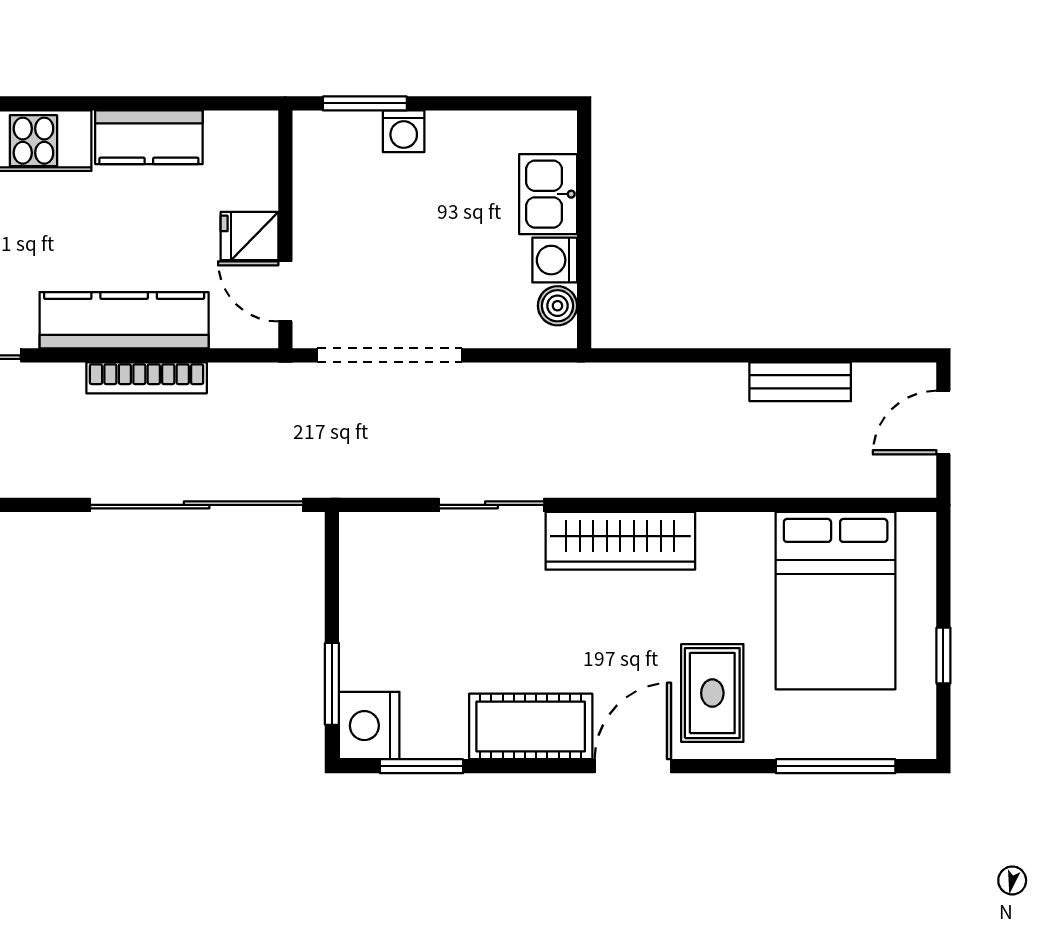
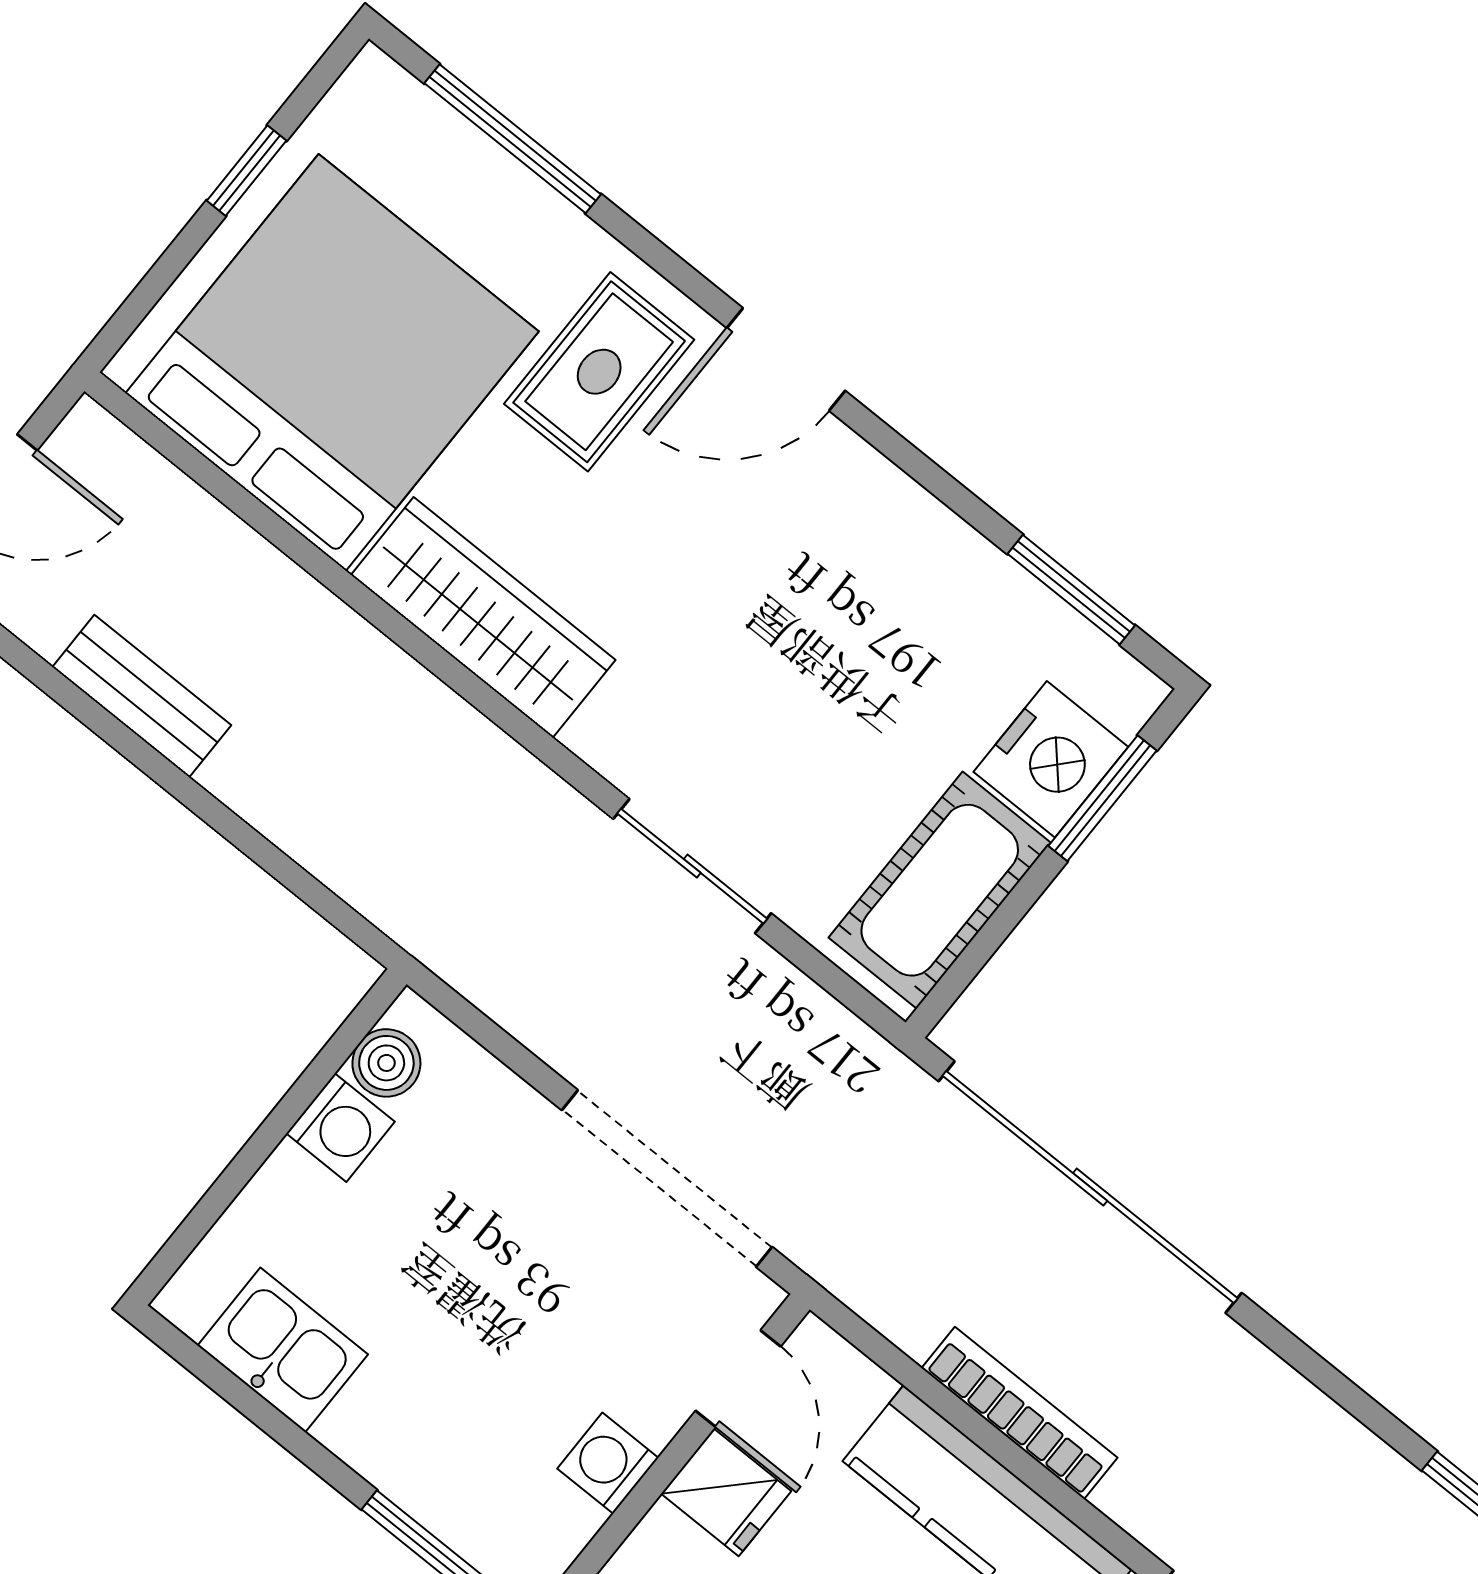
washing machine: (404, 131) -> (608, 1463), moved, turned -90
kitchen sink: (548, 194) -> (283, 1350), moved, turned -90
wardrobe: (620, 541) -> (483, 617), moved
bed: (836, 601) -> (332, 362), width x1.36
nightstand: (369, 726) -> (1051, 759), moved
cot: (531, 726) -> (940, 890), moved, turned 90

